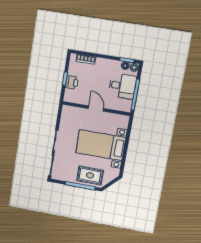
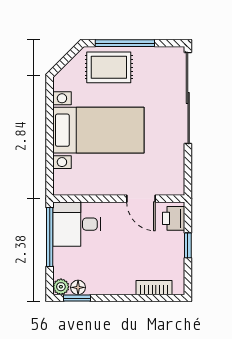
printer: (72, 82) -> (174, 218), moved
desk: (122, 86) -> (77, 224), moved
door: (96, 108) -> (141, 199), moved

